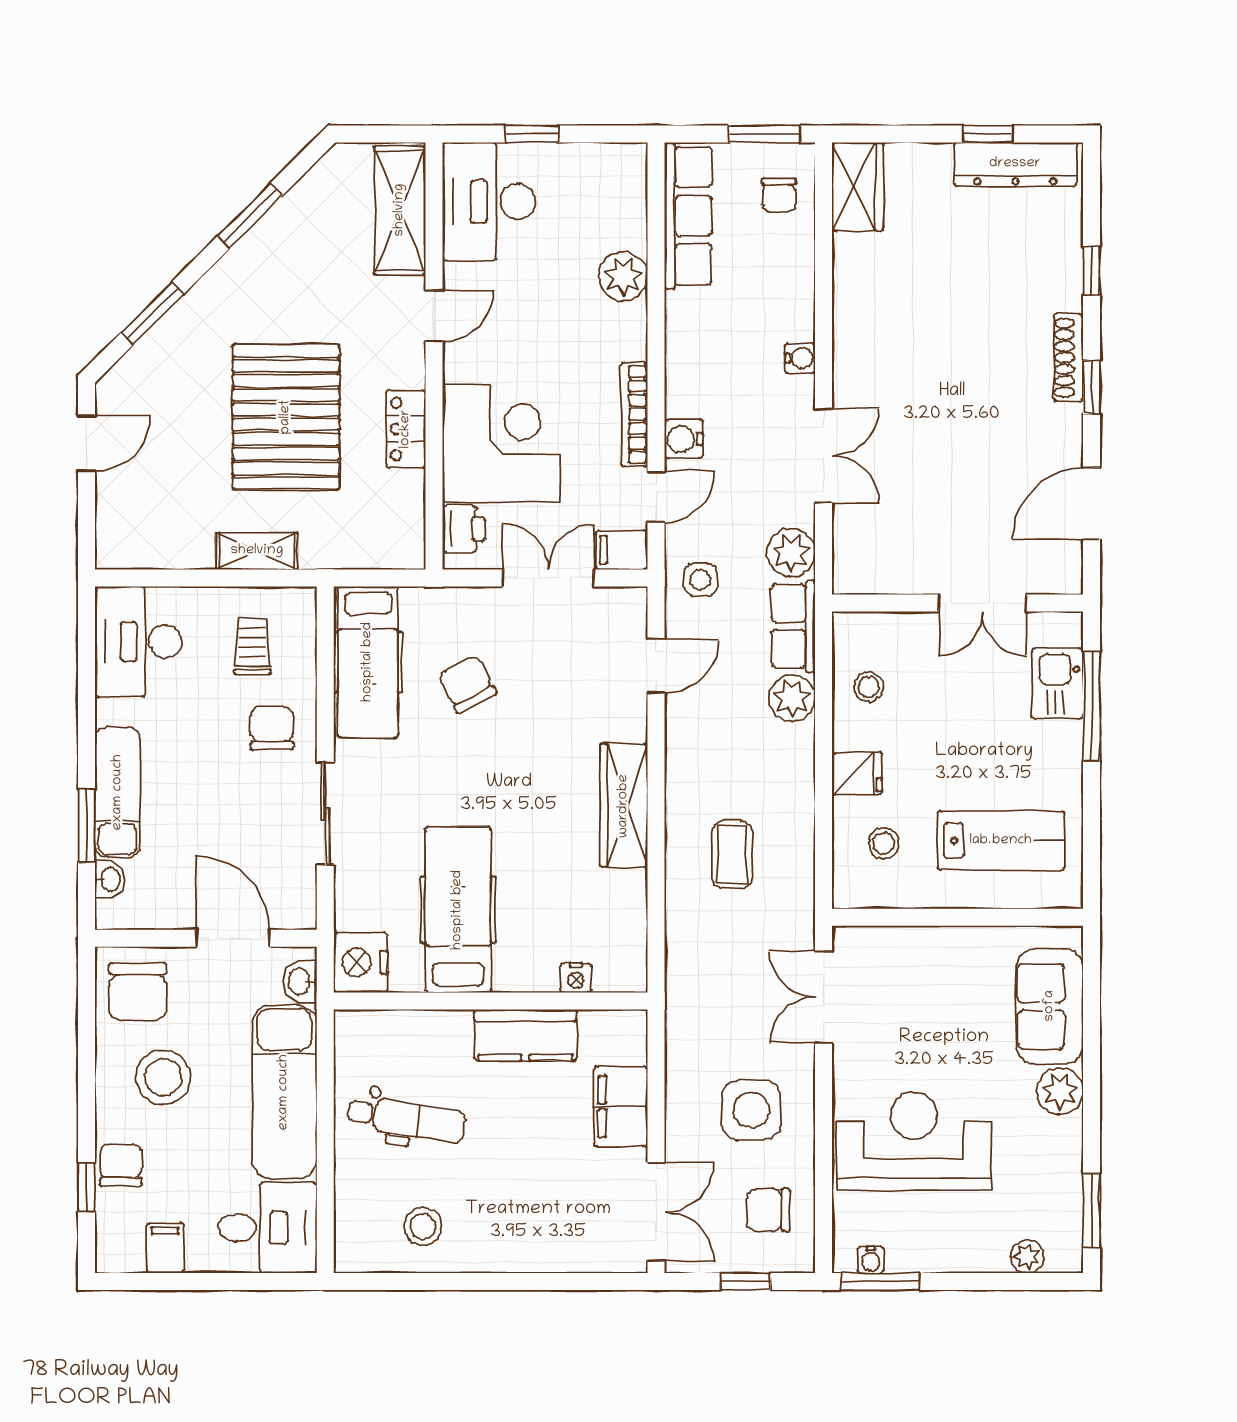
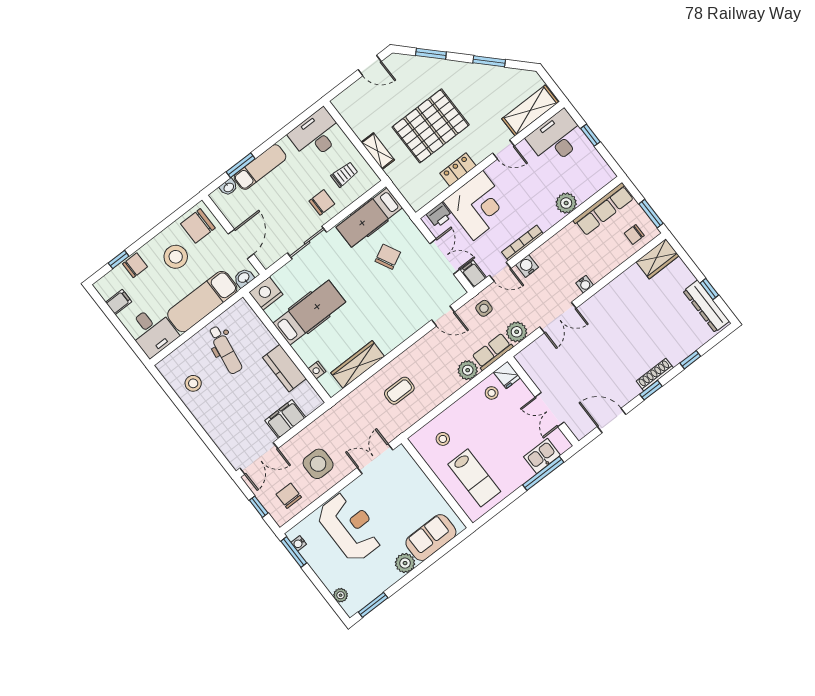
fridge: (857, 774) -> (507, 375), moved
wardrobe: (624, 806) -> (358, 365), moved

